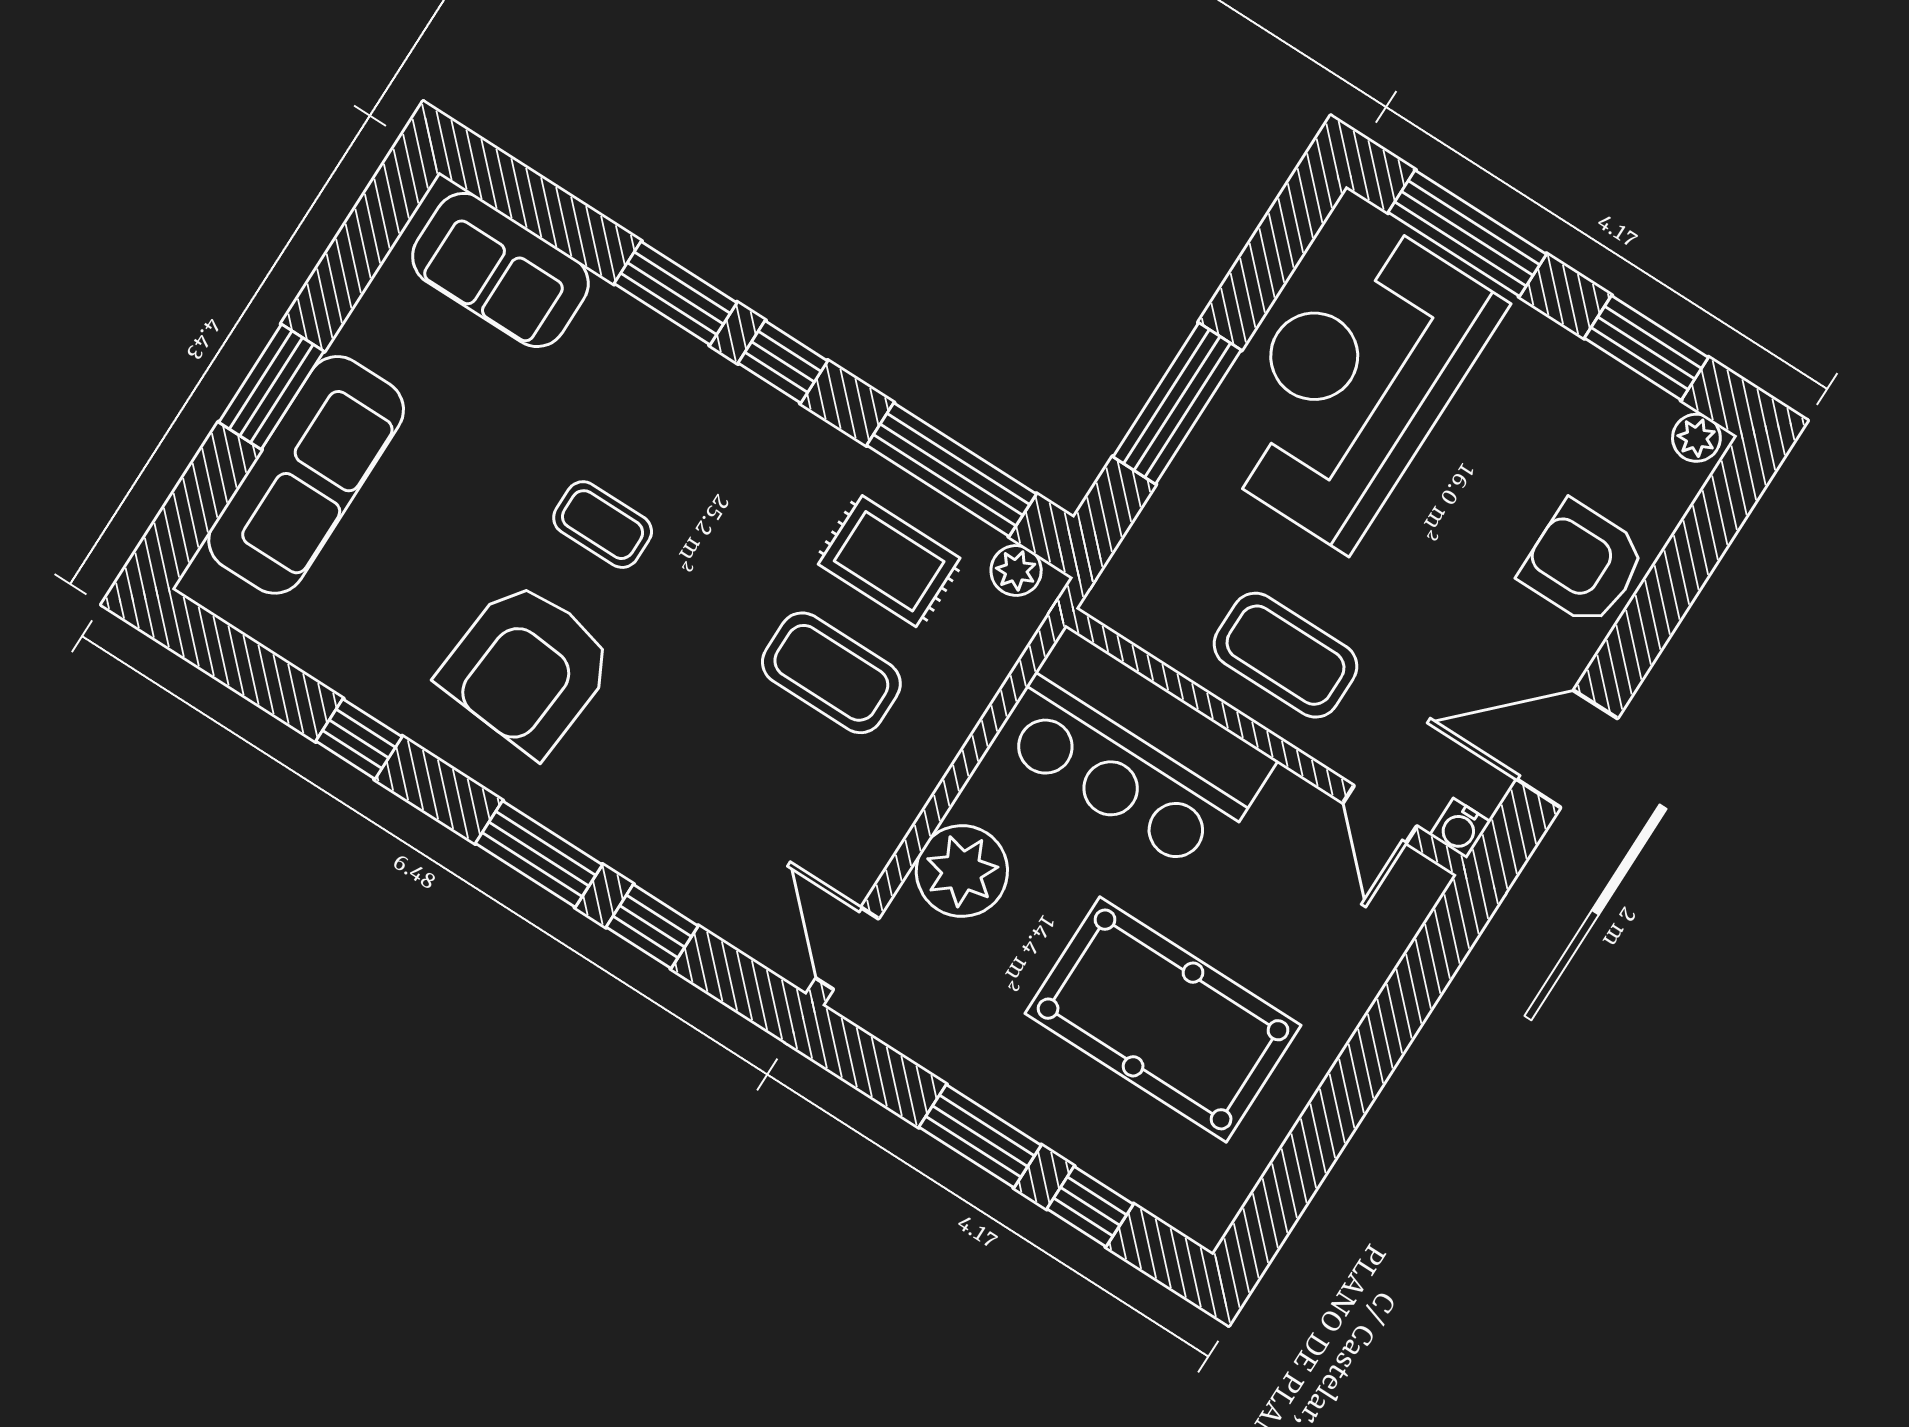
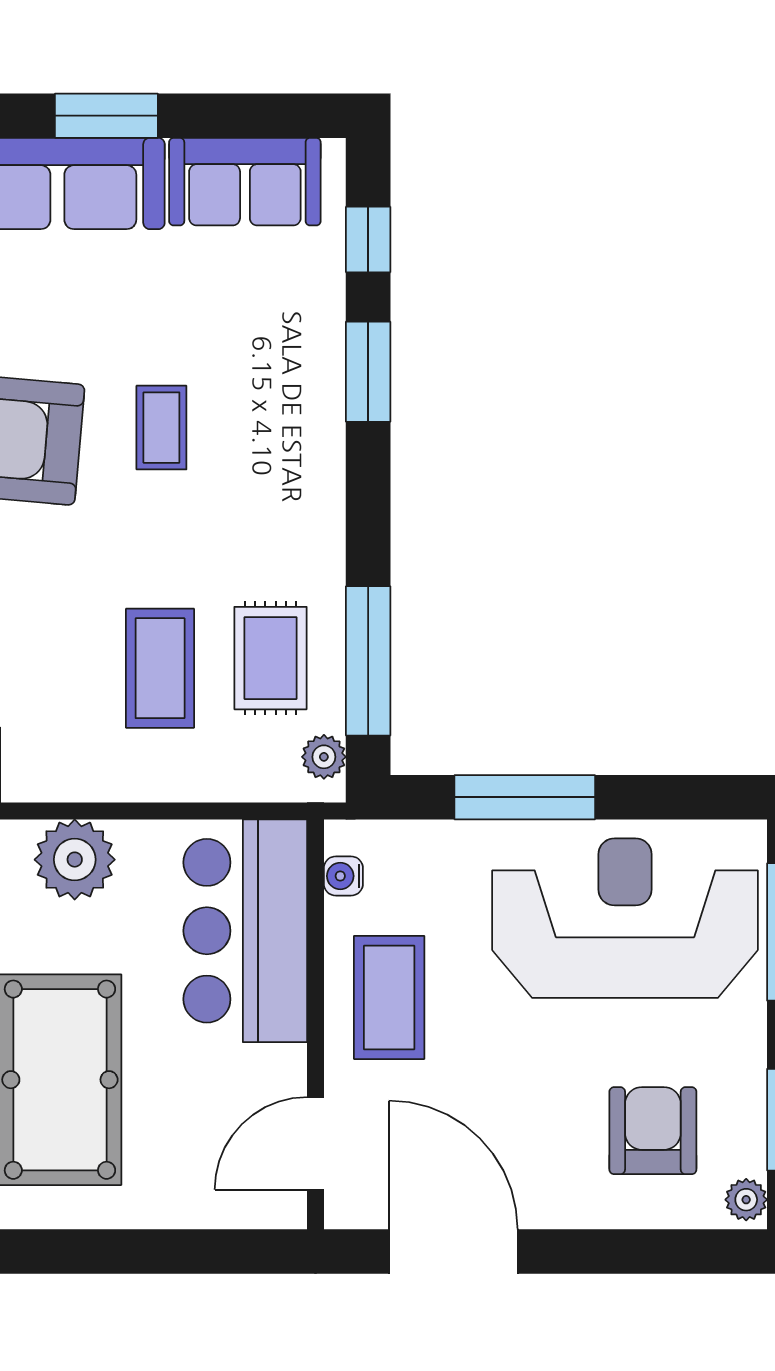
sofa: (500, 270) -> (245, 182), moved, turned -90
window: (783, 362) -> (368, 239), moved
armchair: (1583, 563) -> (653, 1131), moved
door: (1567, 749) -> (453, 1251), width x1.36
door: (1380, 814) -> (316, 1143), width x1.38
water cooler: (1460, 828) -> (343, 876), moved

